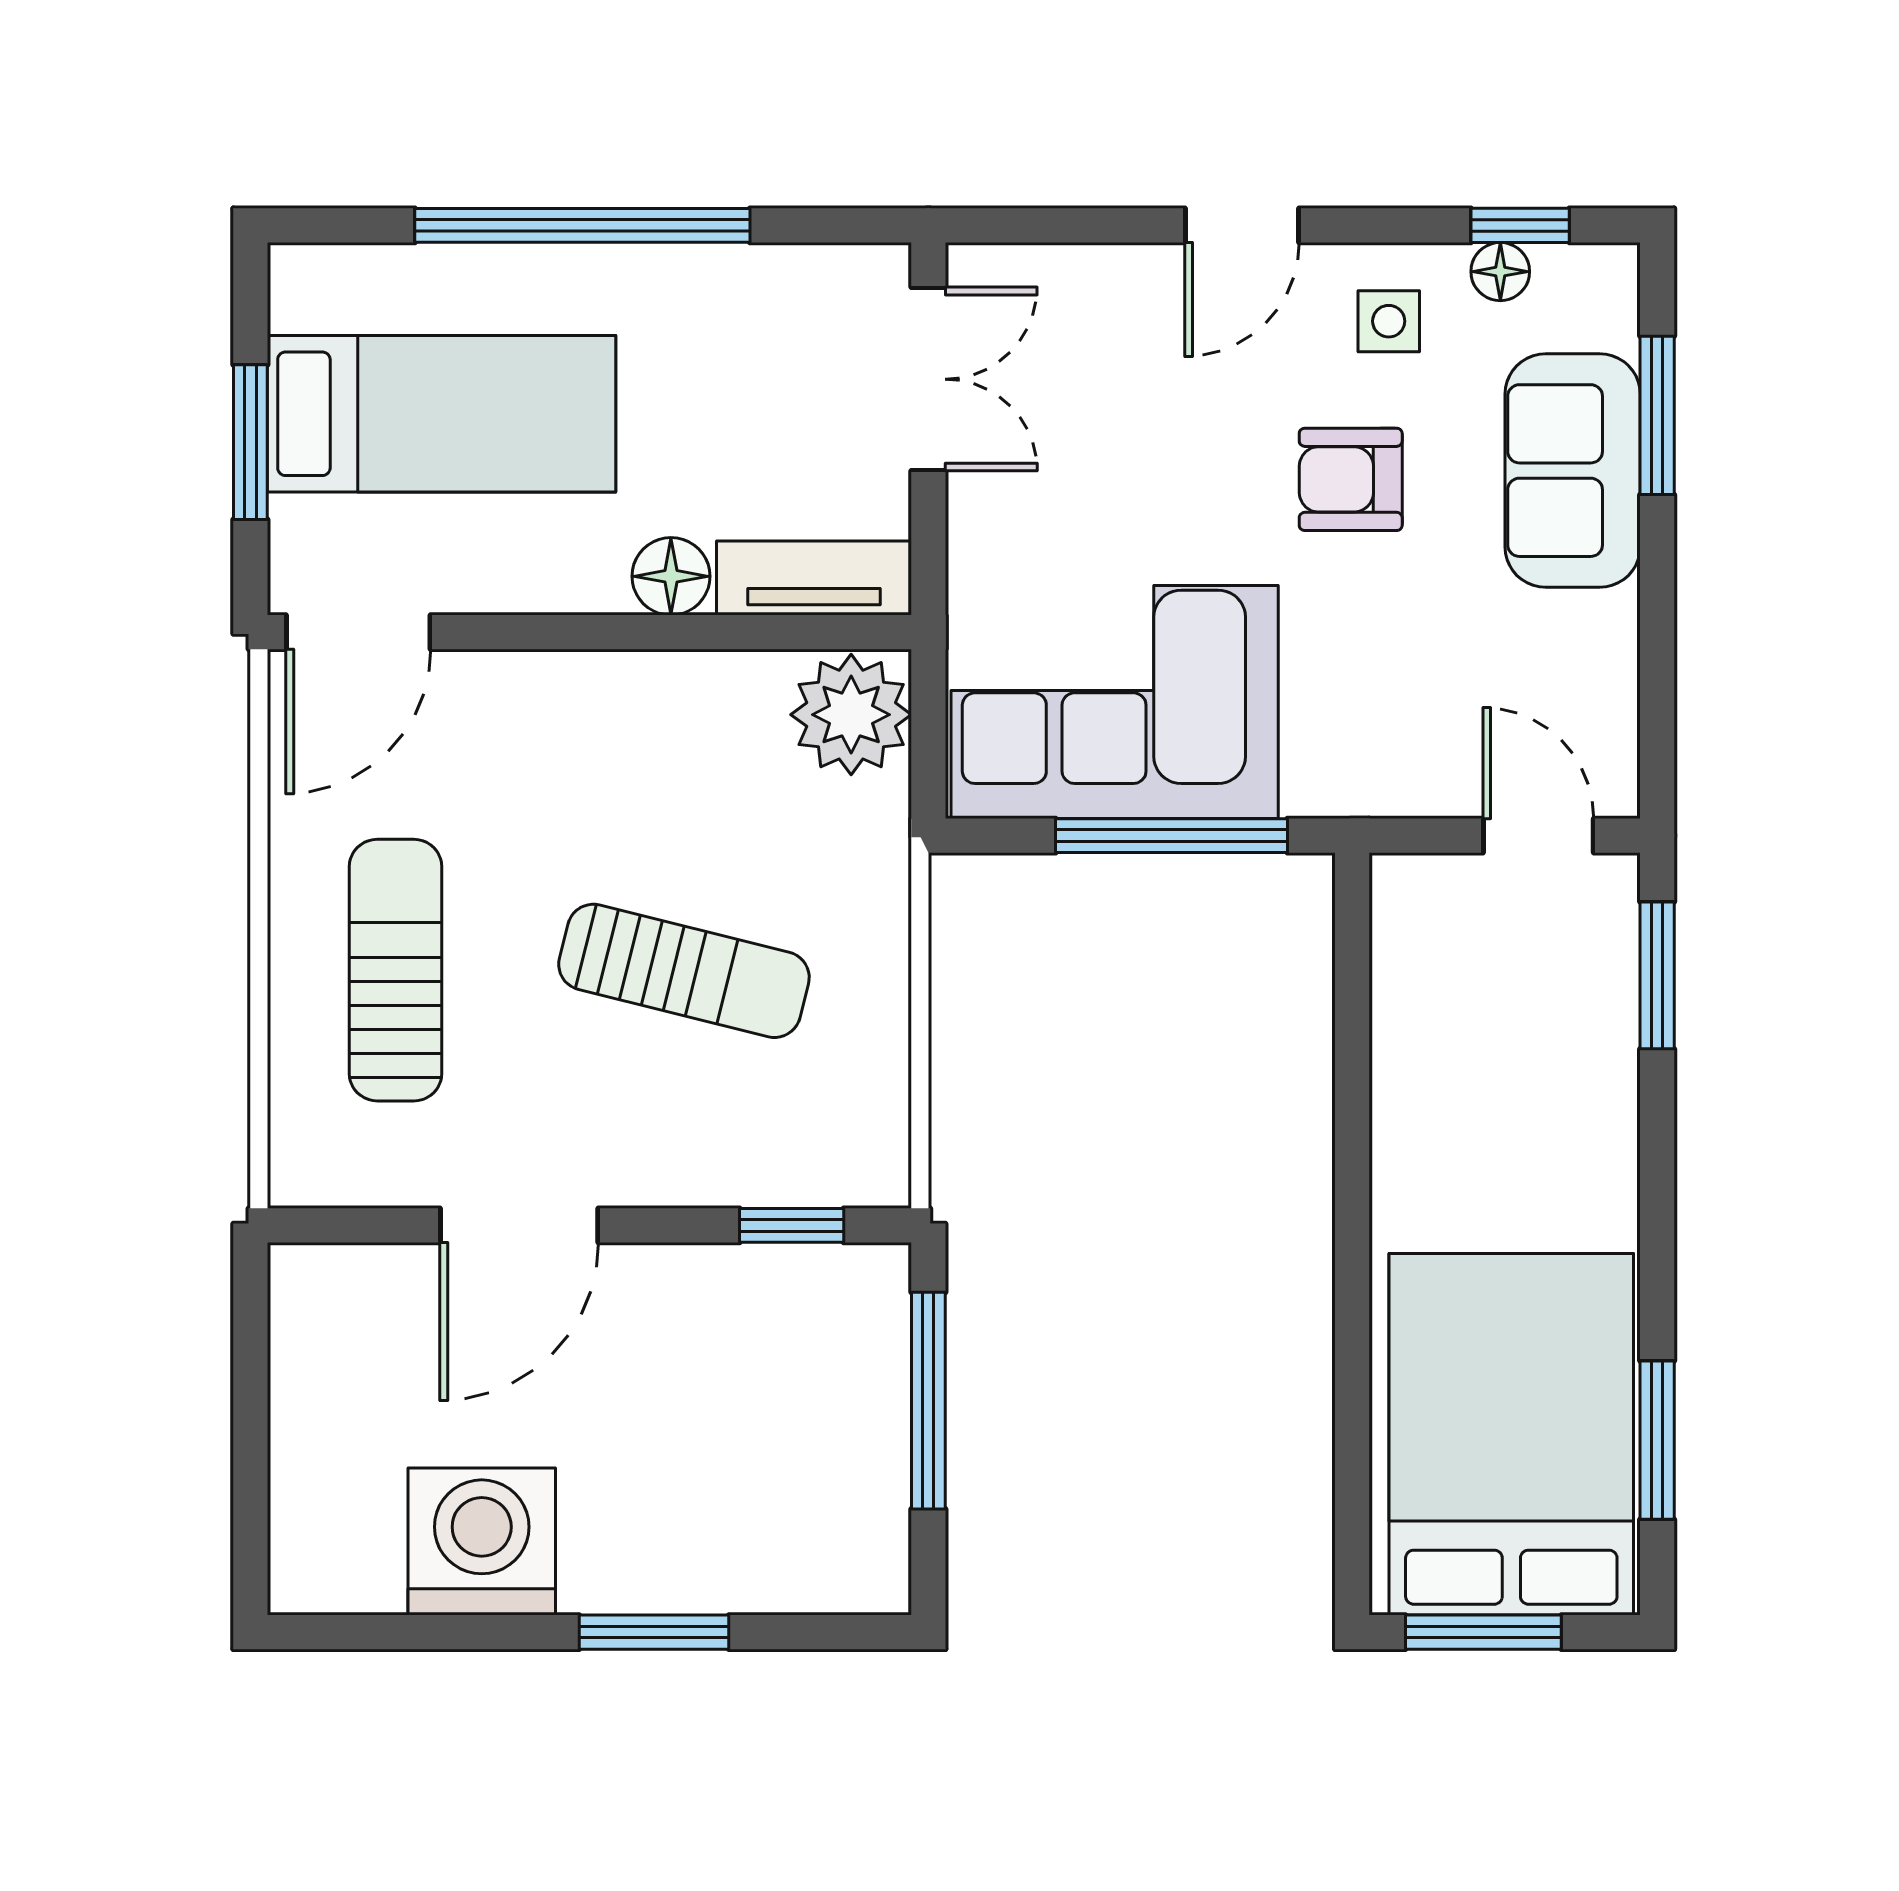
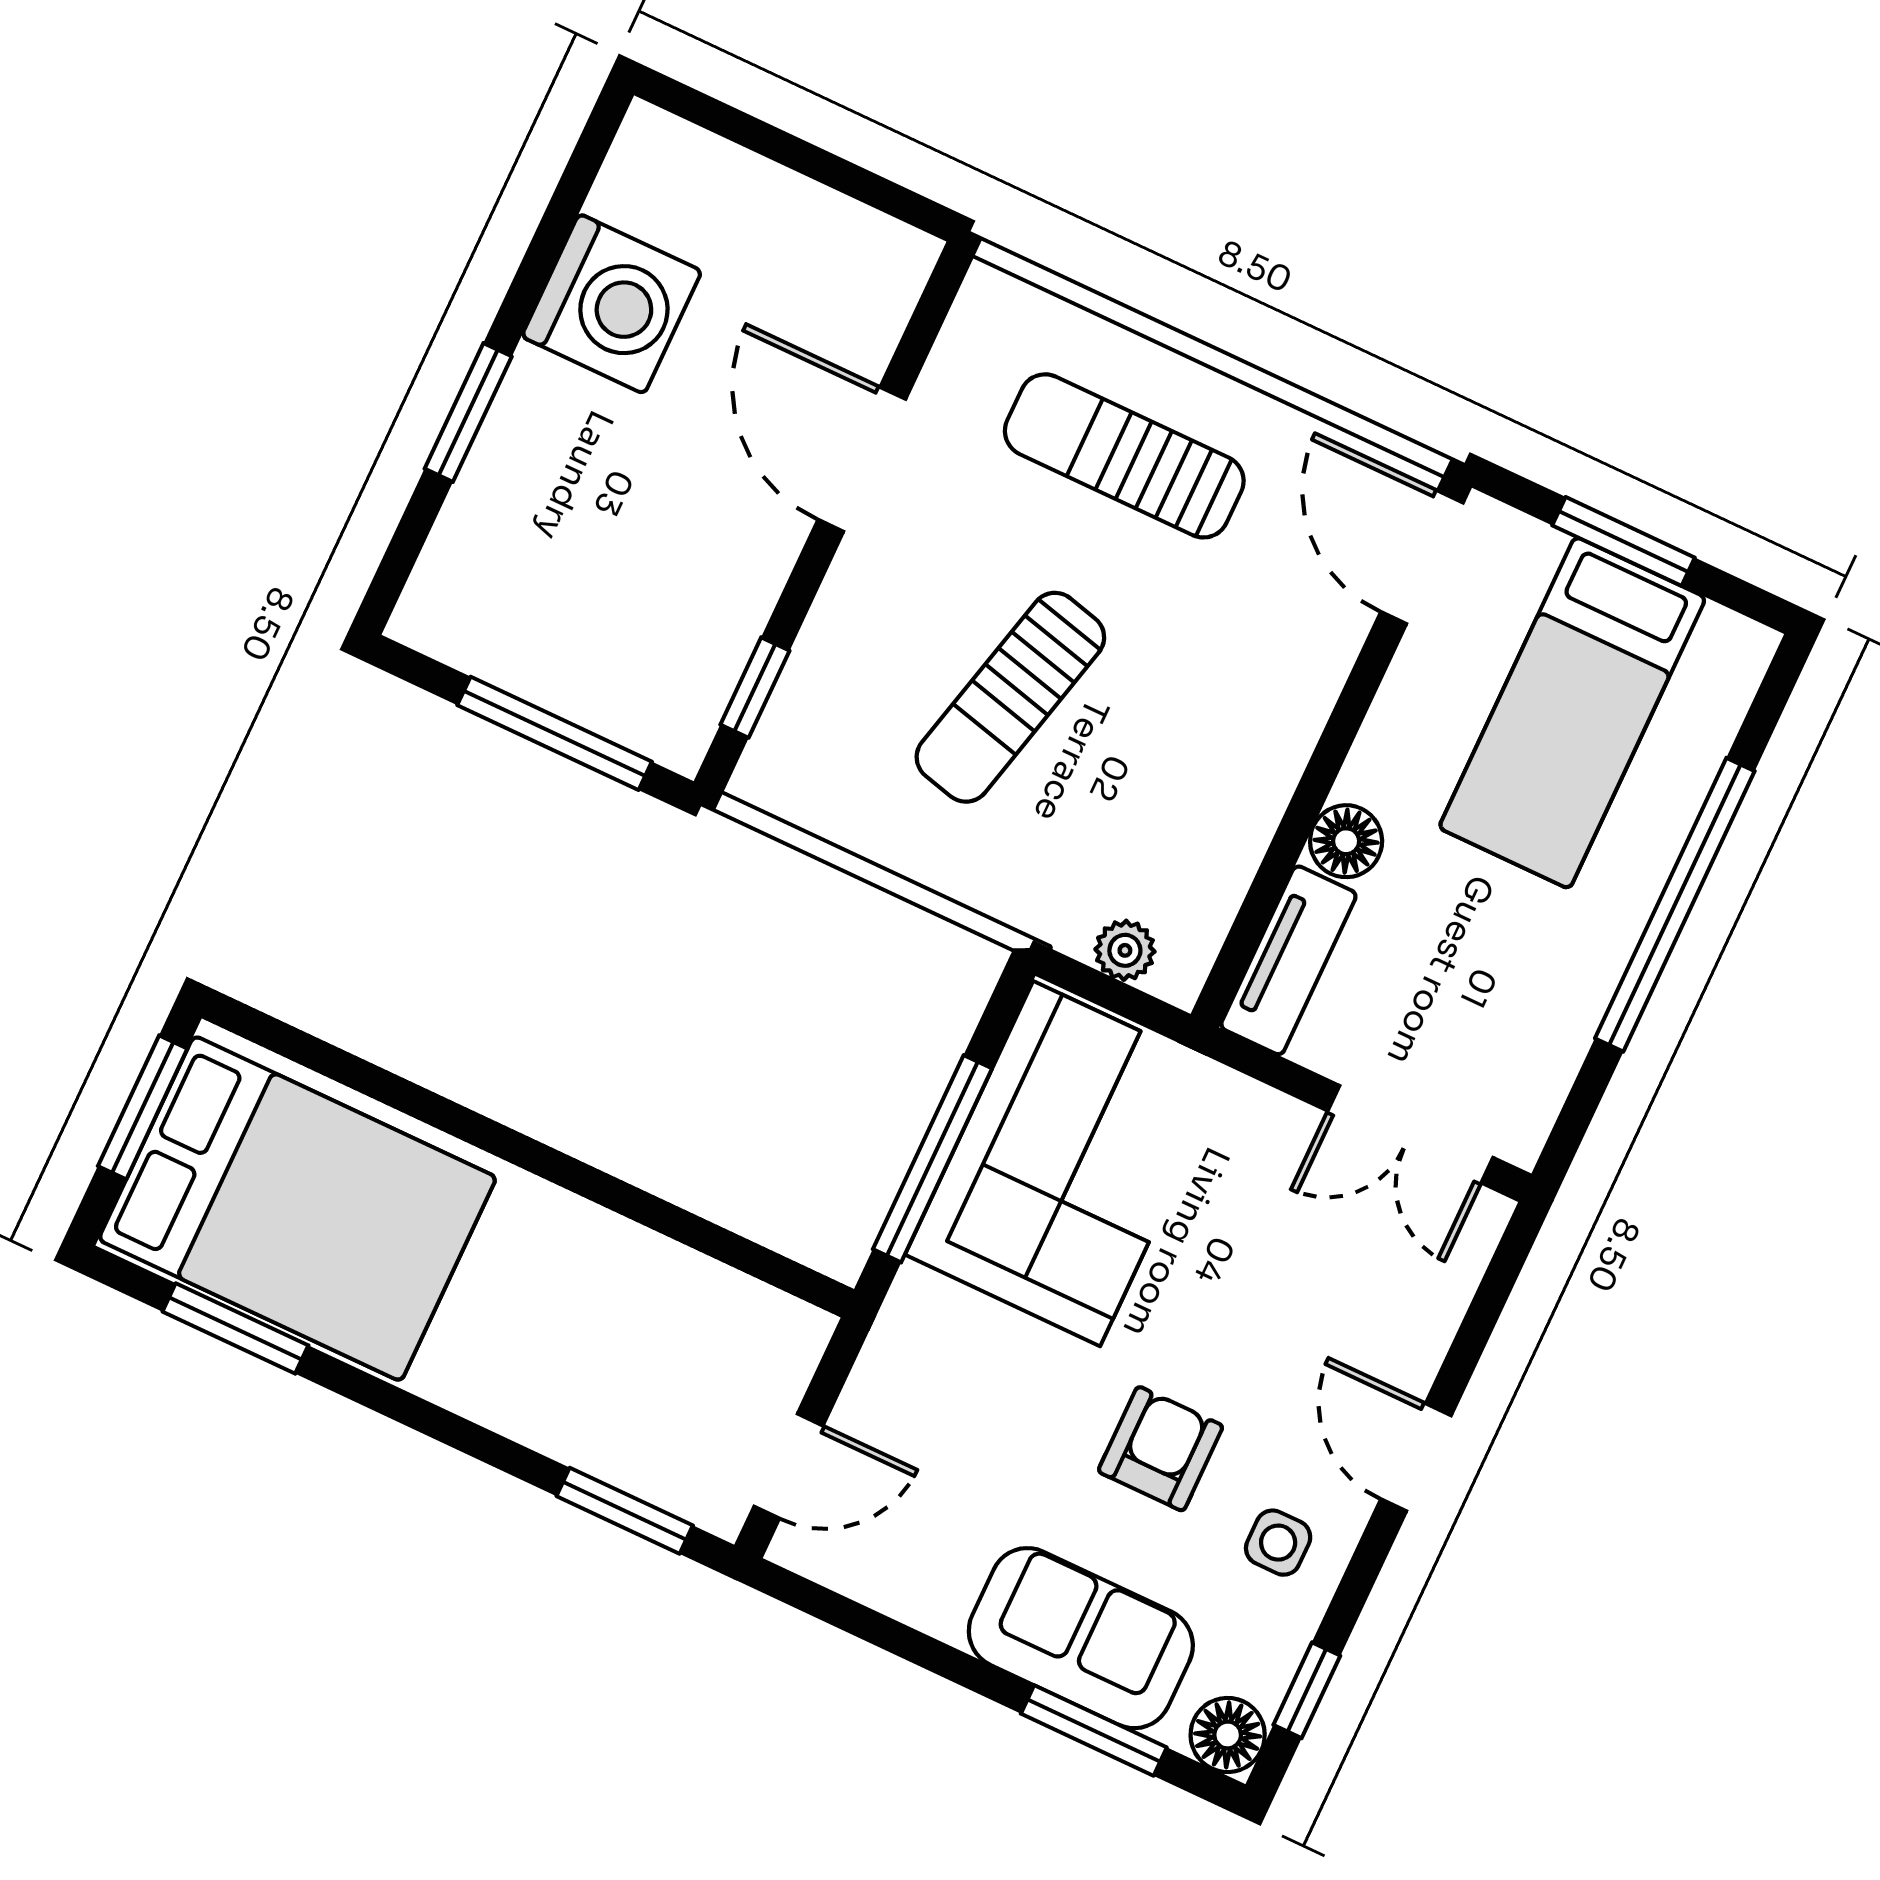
floor lamp: (1500, 272) -> (1228, 1735), moved, width x1.37, depth x1.37
plant: (851, 715) -> (1125, 950), width x0.53, depth x0.53
sun lounger: (396, 970) -> (1124, 456), turned 180

